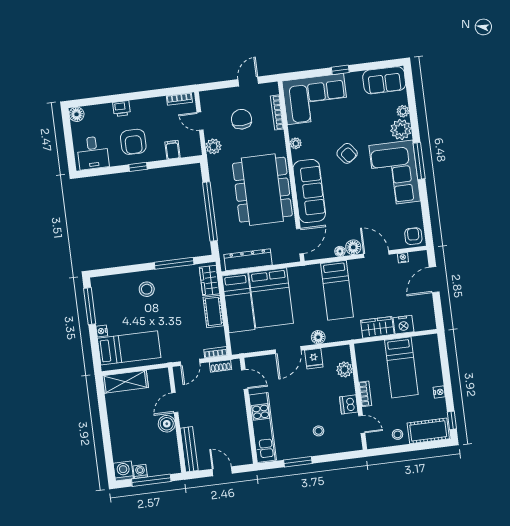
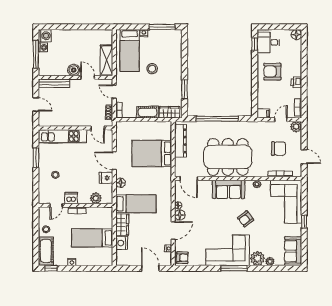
printer: (122, 109) -> (296, 82), moved
plant: (213, 146) -> (296, 127), moved
filing cabinet: (173, 150) -> (263, 114), moved
window: (138, 167) -> (255, 44), moved
sofa: (309, 191) -> (229, 189), width x0.73
window: (174, 263) -> (184, 89), width x0.69
stool: (147, 289) -> (152, 69), moved
bed: (337, 290) -> (136, 204), moved, turned 180
bed: (238, 303) -> (151, 130), removed
door: (245, 379) -> (98, 128), hinge flipped
shelving: (125, 382) -> (107, 60), moved
door: (222, 471) -> (36, 104), hinge flipped

